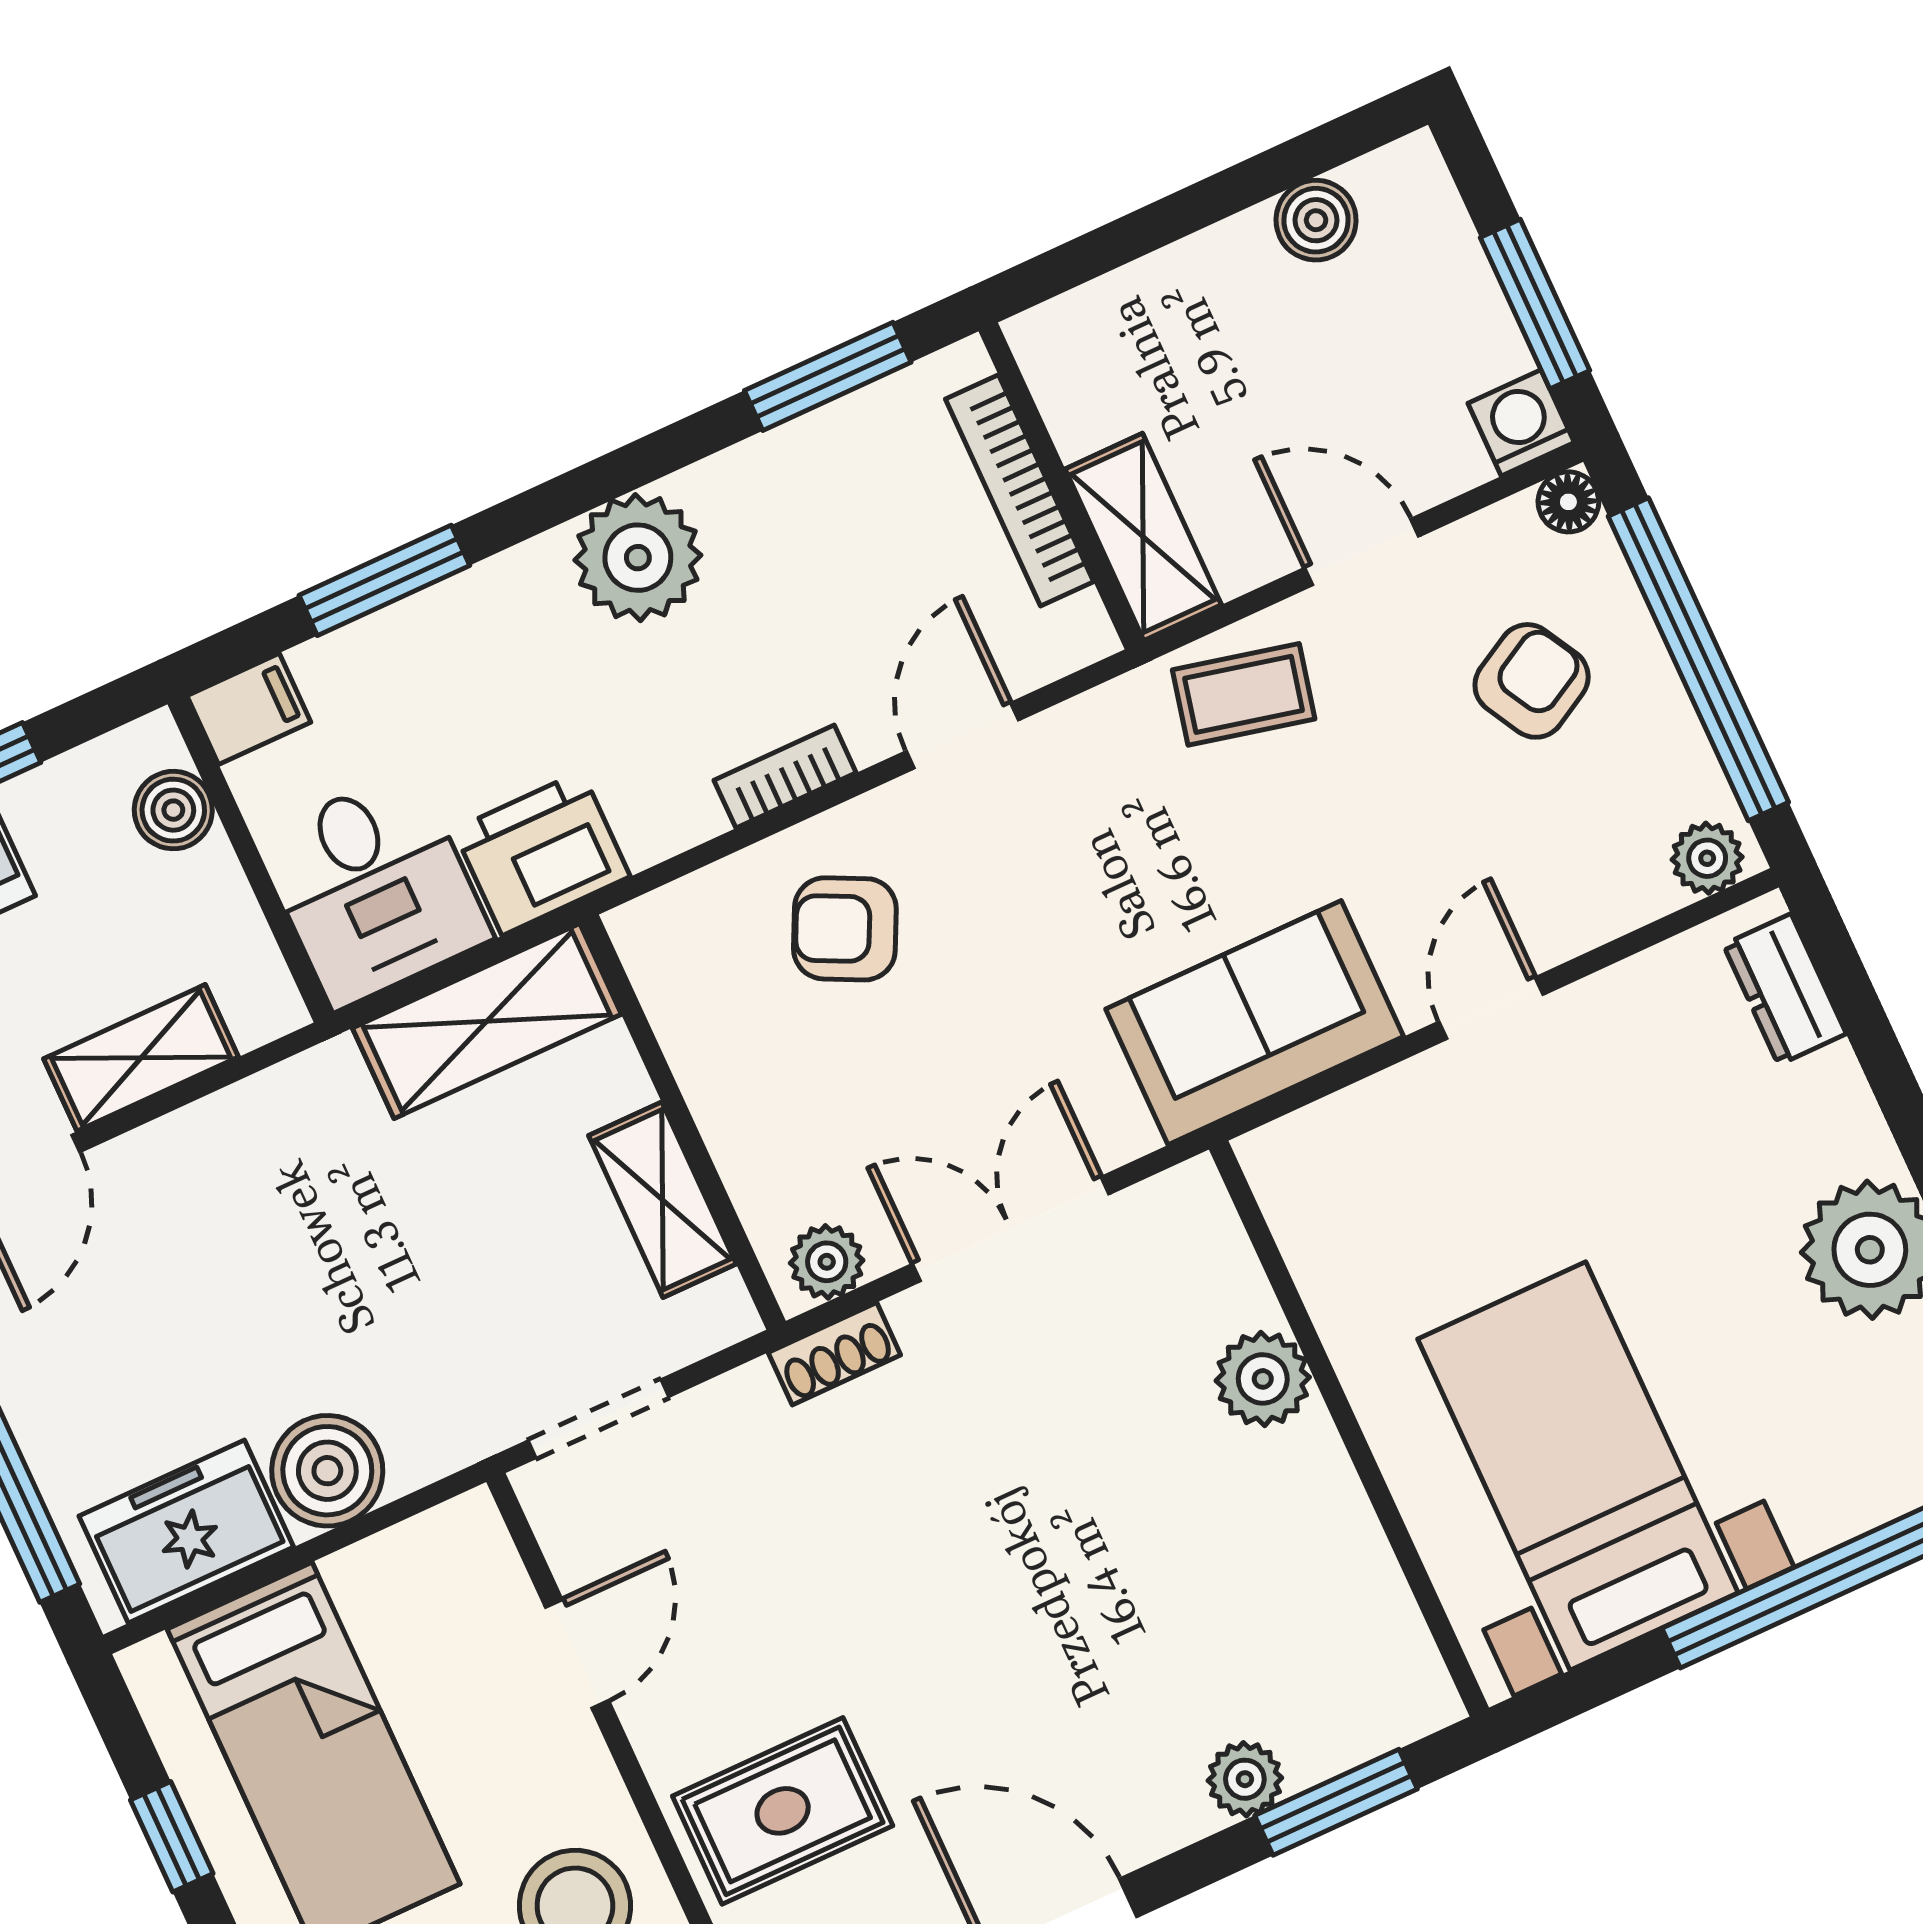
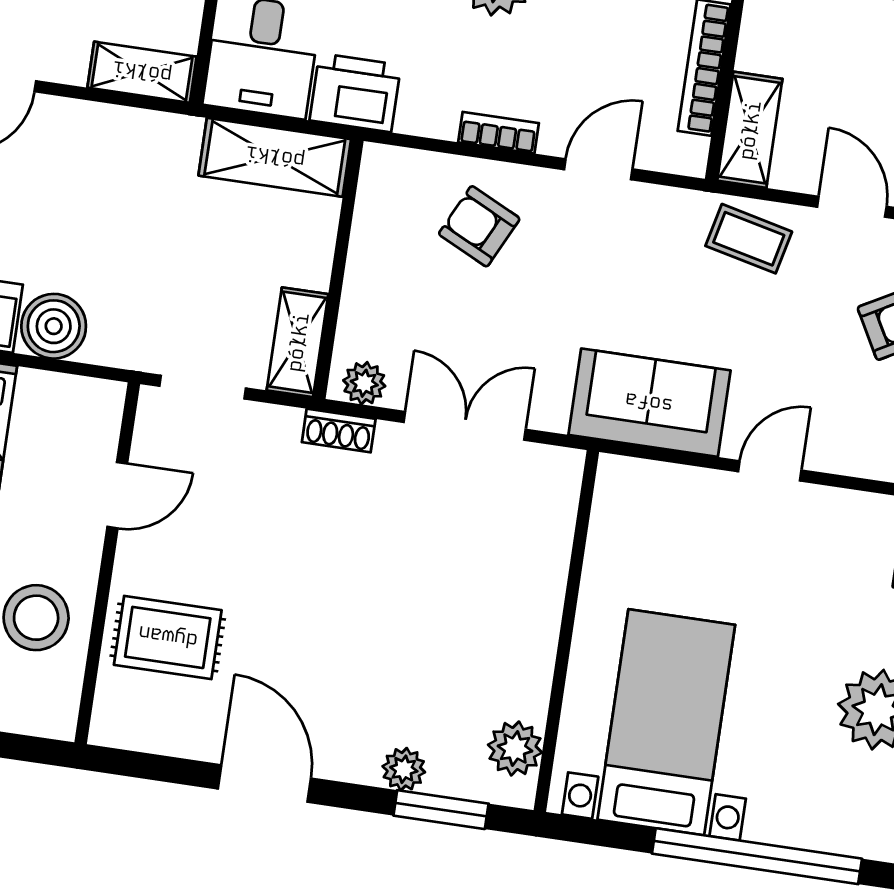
shelving: (141, 1058) -> (142, 72), moved
shelving: (662, 1200) -> (298, 342), moved
plant: (1263, 1379) -> (515, 749), moved

